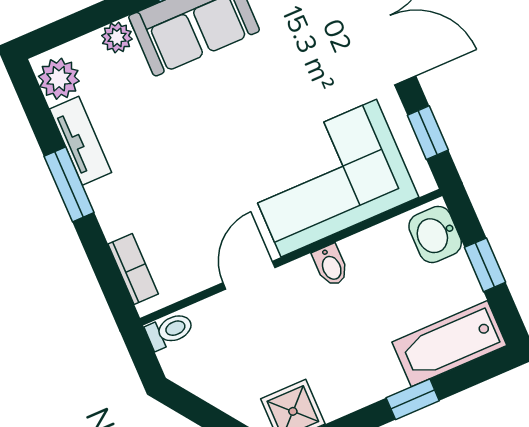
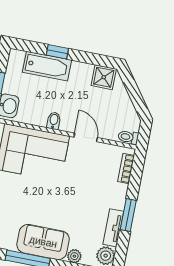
door: (249, 275) -> (86, 137), swing flipped
bathtub: (449, 344) -> (47, 66), moved

